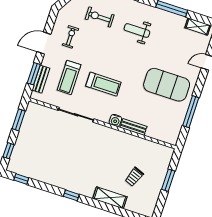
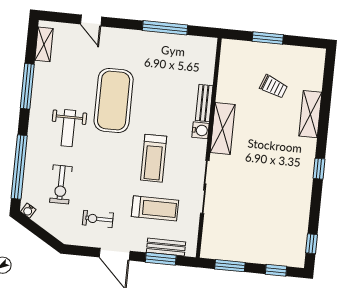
treadmill: (103, 84) -> (154, 158), turned 180
exercise mat: (167, 85) -> (114, 101), moved
shelving: (113, 136) -> (223, 128), added

